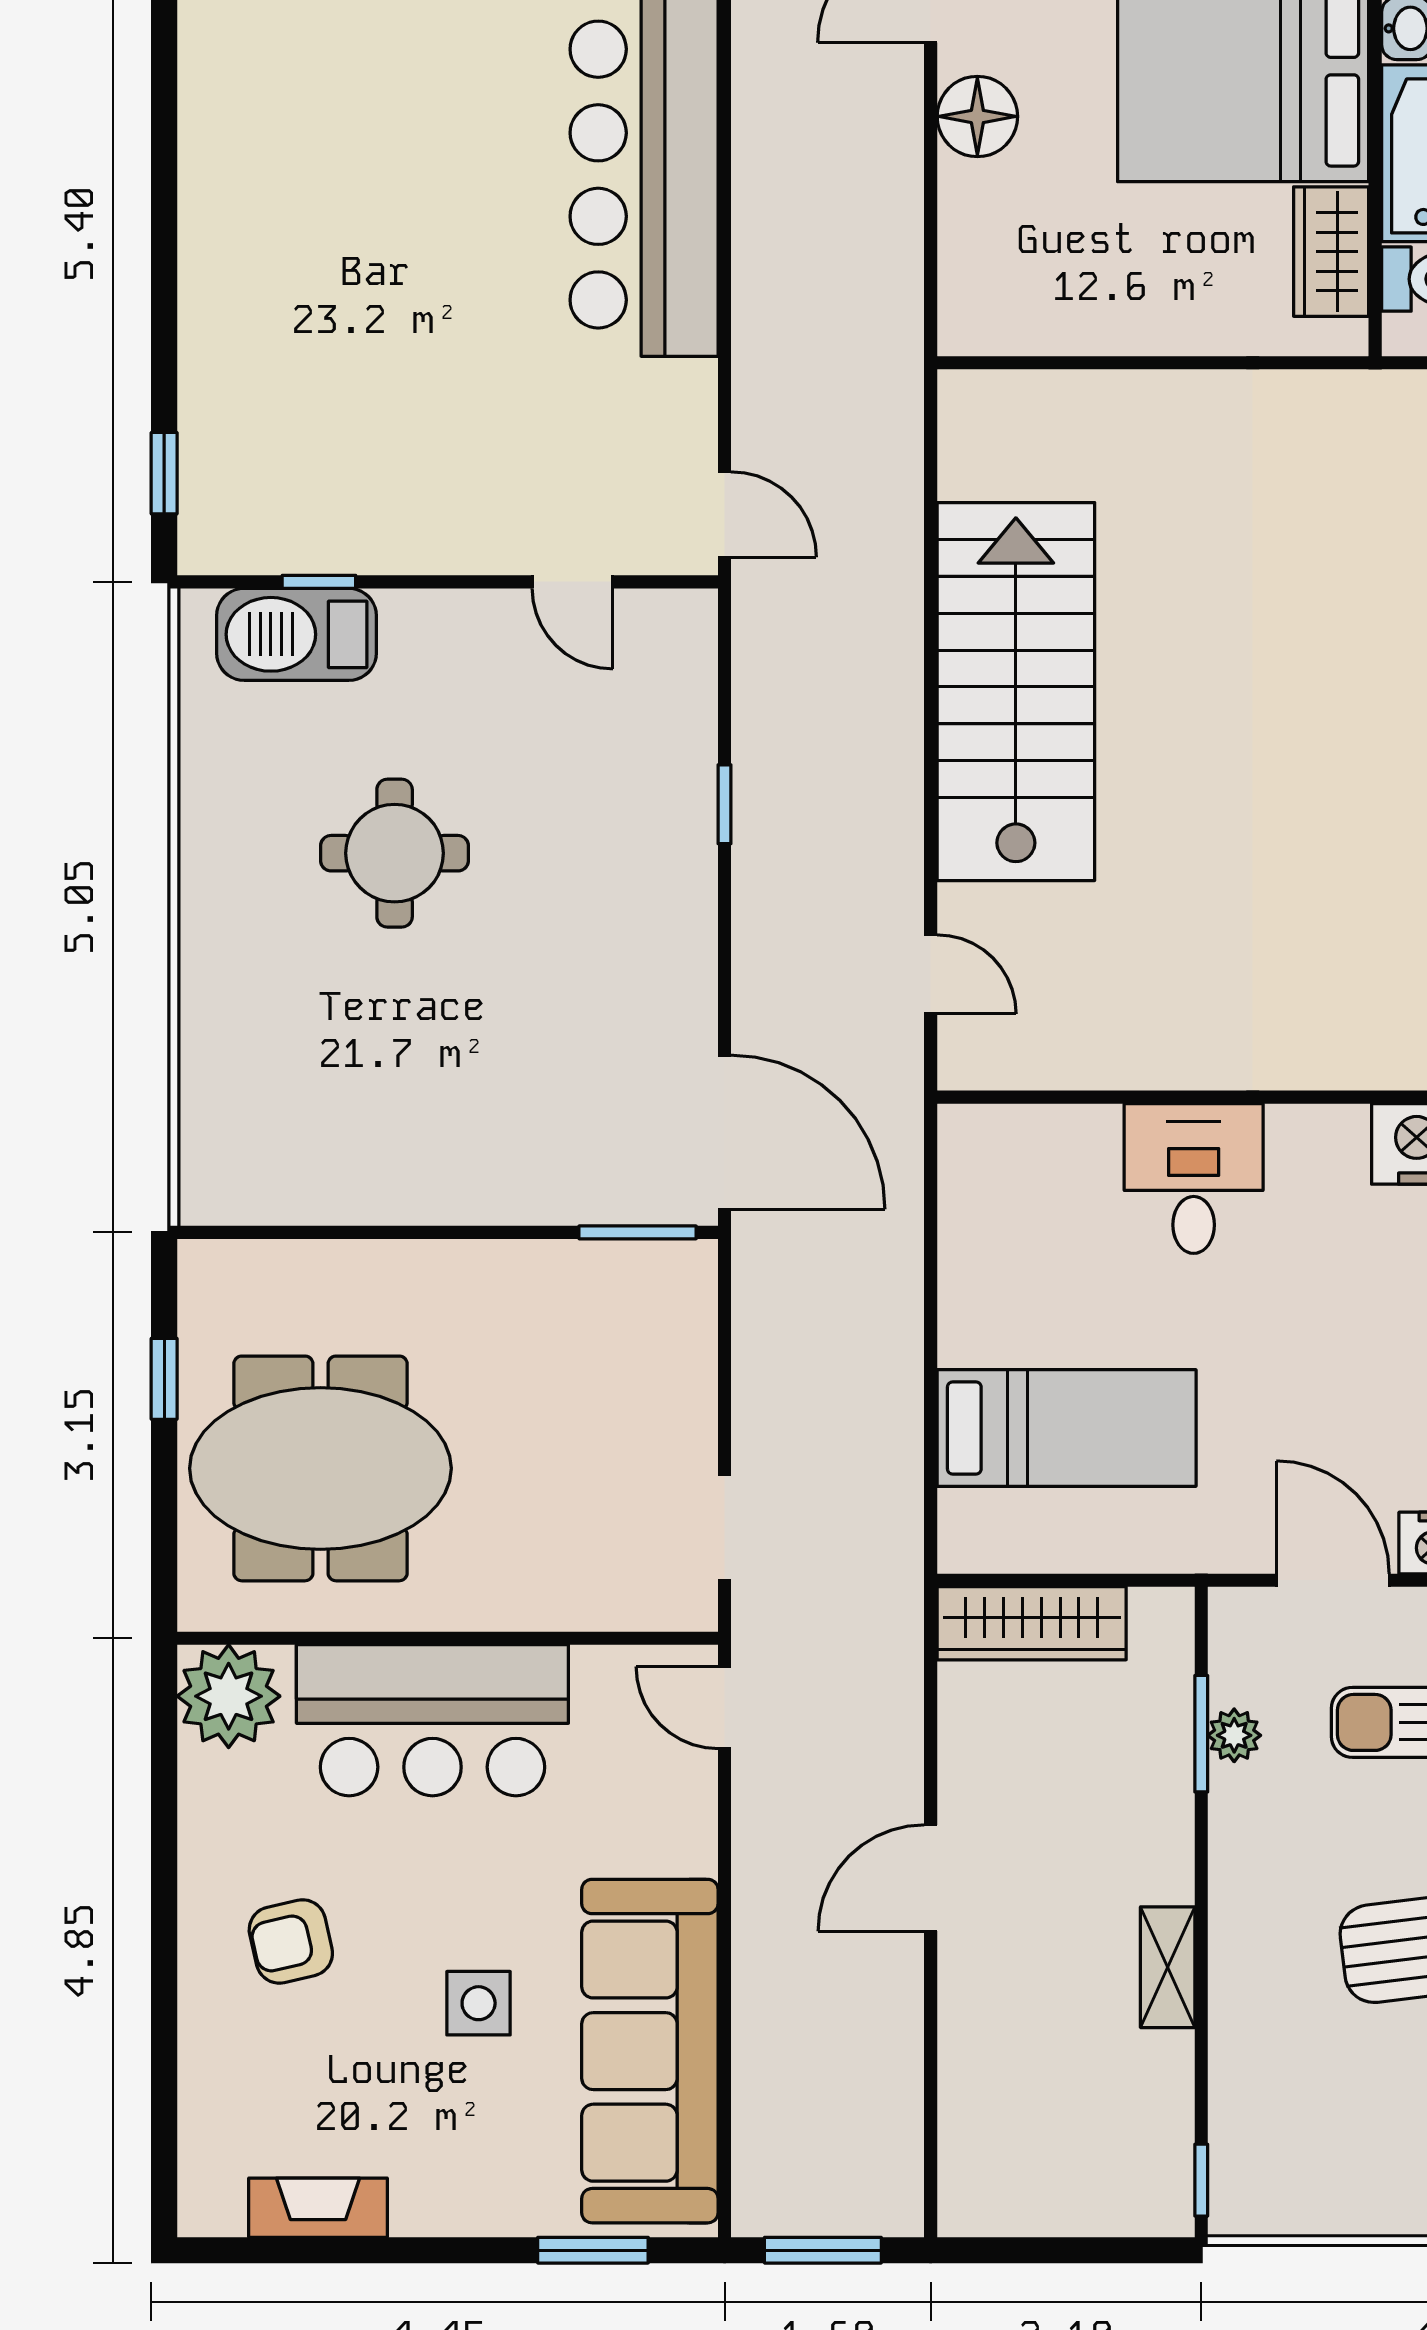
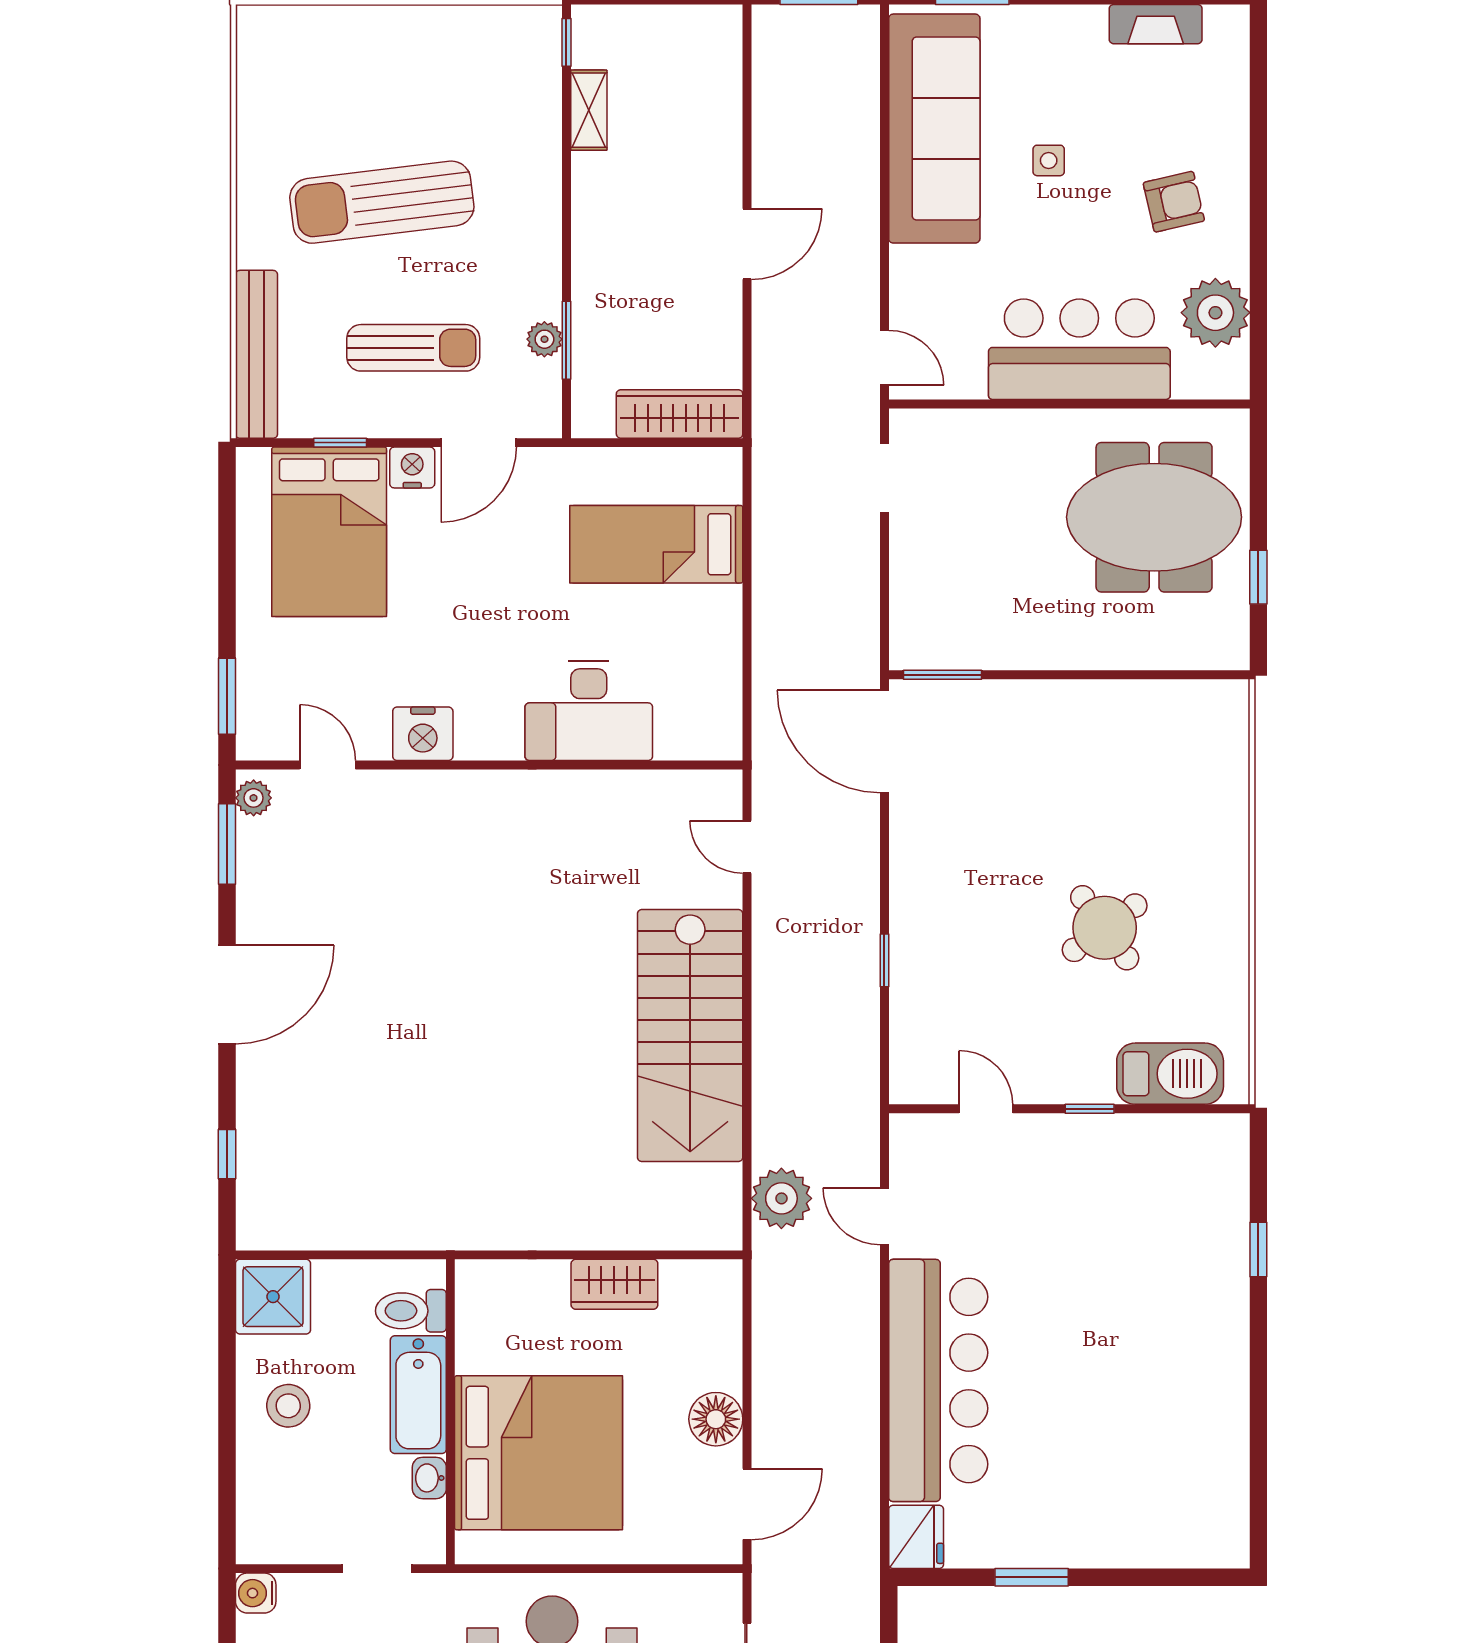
wardrobe: (1331, 252) -> (614, 1284), moved, turned 90
plant: (879, 447) -> (781, 1198), added
window: (164, 473) -> (1258, 1249), moved
door: (725, 514) -> (884, 1216), moved
window: (319, 582) -> (1090, 1109), moved
round table: (395, 853) -> (1105, 928), turned -36
desk: (1194, 1178) -> (589, 711), width x1.37
door: (1333, 1580) -> (479, 443), hinge flipped
plant: (229, 1696) -> (1215, 313), moved
shelving: (1168, 1967) -> (589, 110), moved
side table: (479, 2003) -> (1049, 160), width x0.73, depth x0.73

